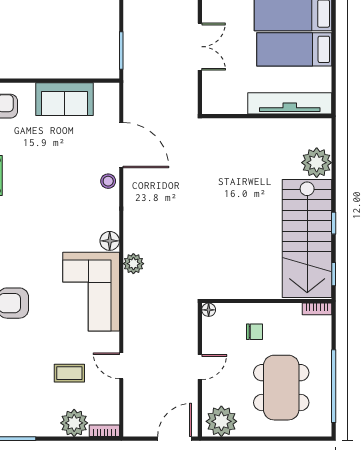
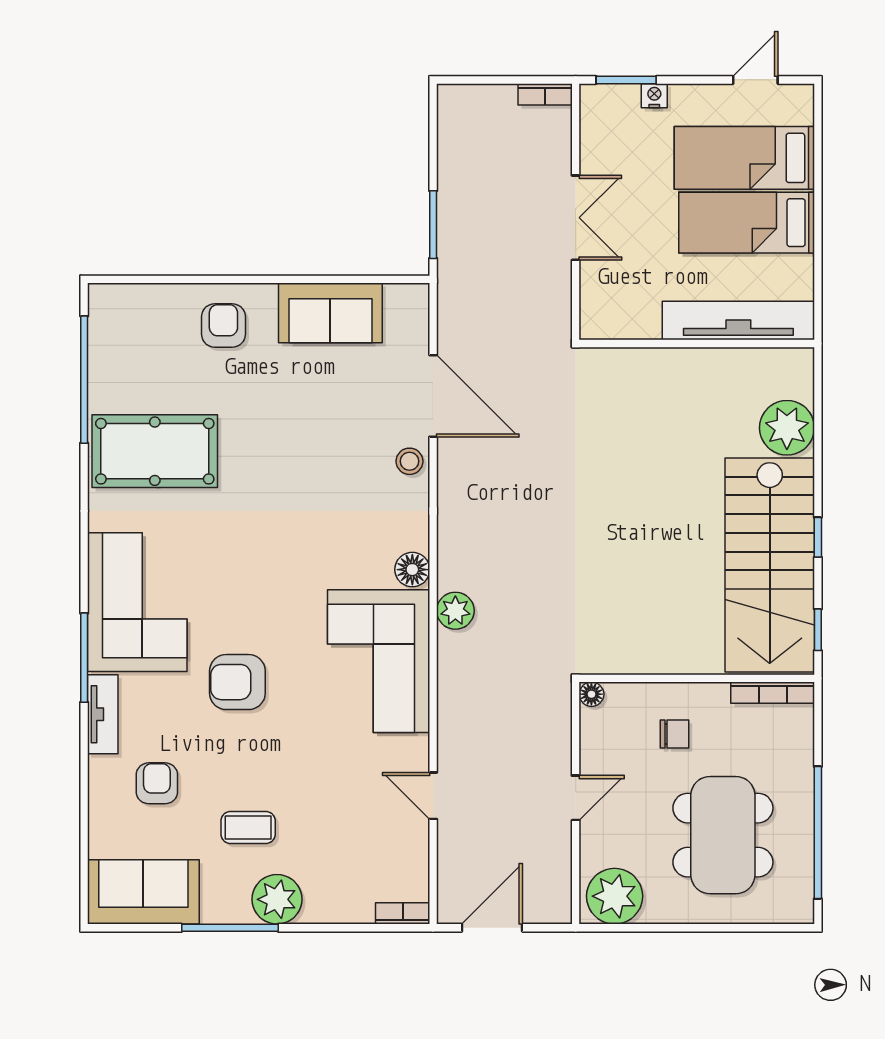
bookcase: (317, 309) -> (773, 693), width x1.56
coffee table: (69, 373) -> (248, 828), moved
plant: (74, 423) -> (277, 899), moved
door: (175, 439) -> (492, 928), moved

